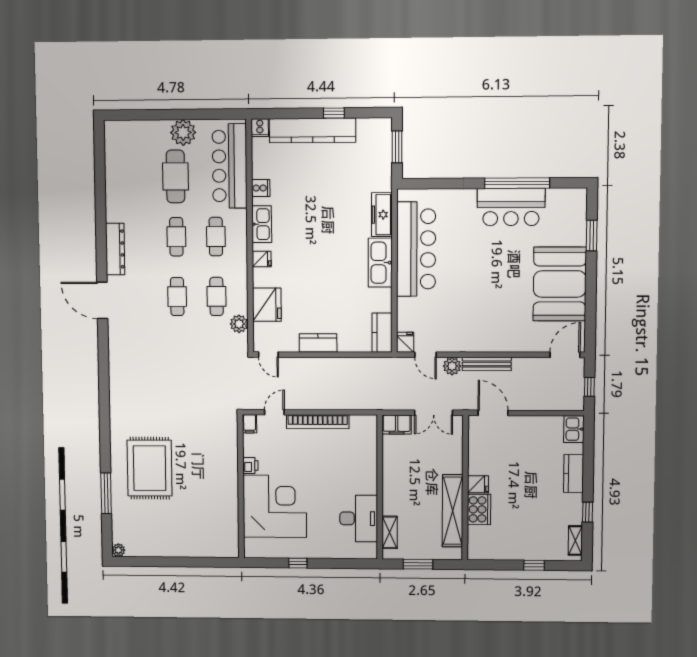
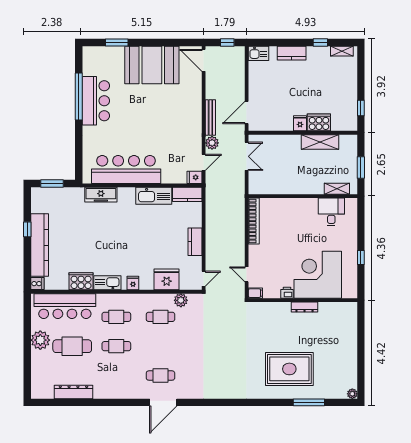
cooker: (261, 188) -> (81, 281), width x1.87, depth x1.31
dresser: (115, 249) -> (73, 392), moved
kitchen sink: (380, 263) -> (154, 196), moved
cafe table: (177, 297) -> (160, 376), moved
bookcase: (318, 422) -> (254, 221), moved
filing cabinet: (397, 425) -> (256, 184), removed
dresser: (232, 489) -> (305, 307), added
shelving: (452, 511) -> (320, 142), width x0.68
desk: (359, 518) -> (331, 212), width x0.73
window: (534, 565) -> (361, 108), moved

